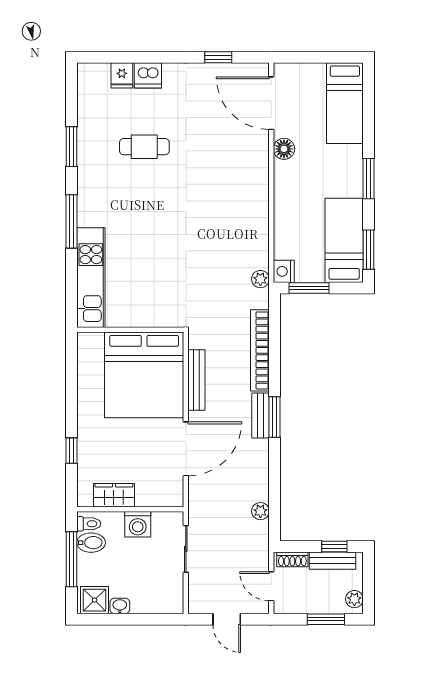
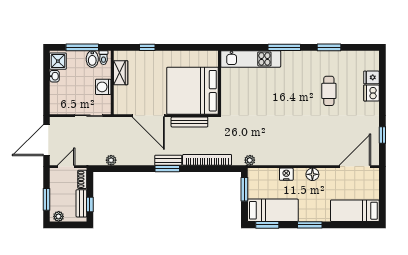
floor lamp: (284, 149) -> (312, 174), moved
nightstand: (284, 271) -> (286, 174), moved
door: (227, 619) -> (46, 140), width x1.88

